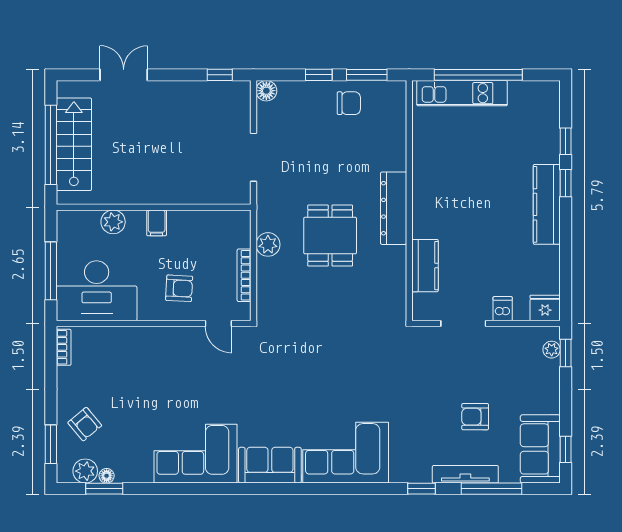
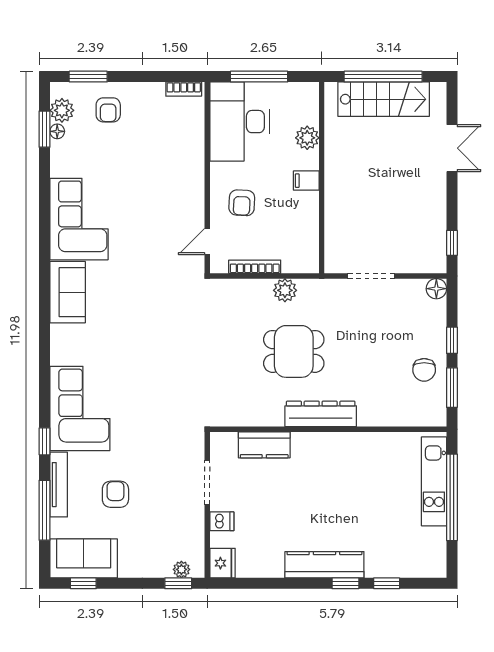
armchair: (85, 424) -> (108, 110), turned -50
corner sofa: (346, 453) -> (80, 408), moved

